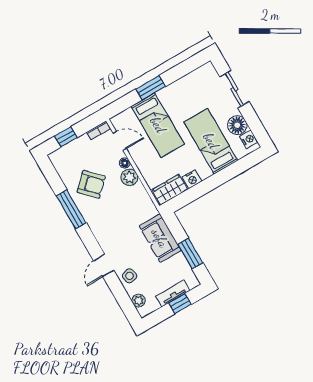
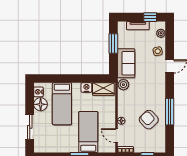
plant: (129, 177) -> (123, 85), moved
window: (180, 304) -> (150, 17), moved

